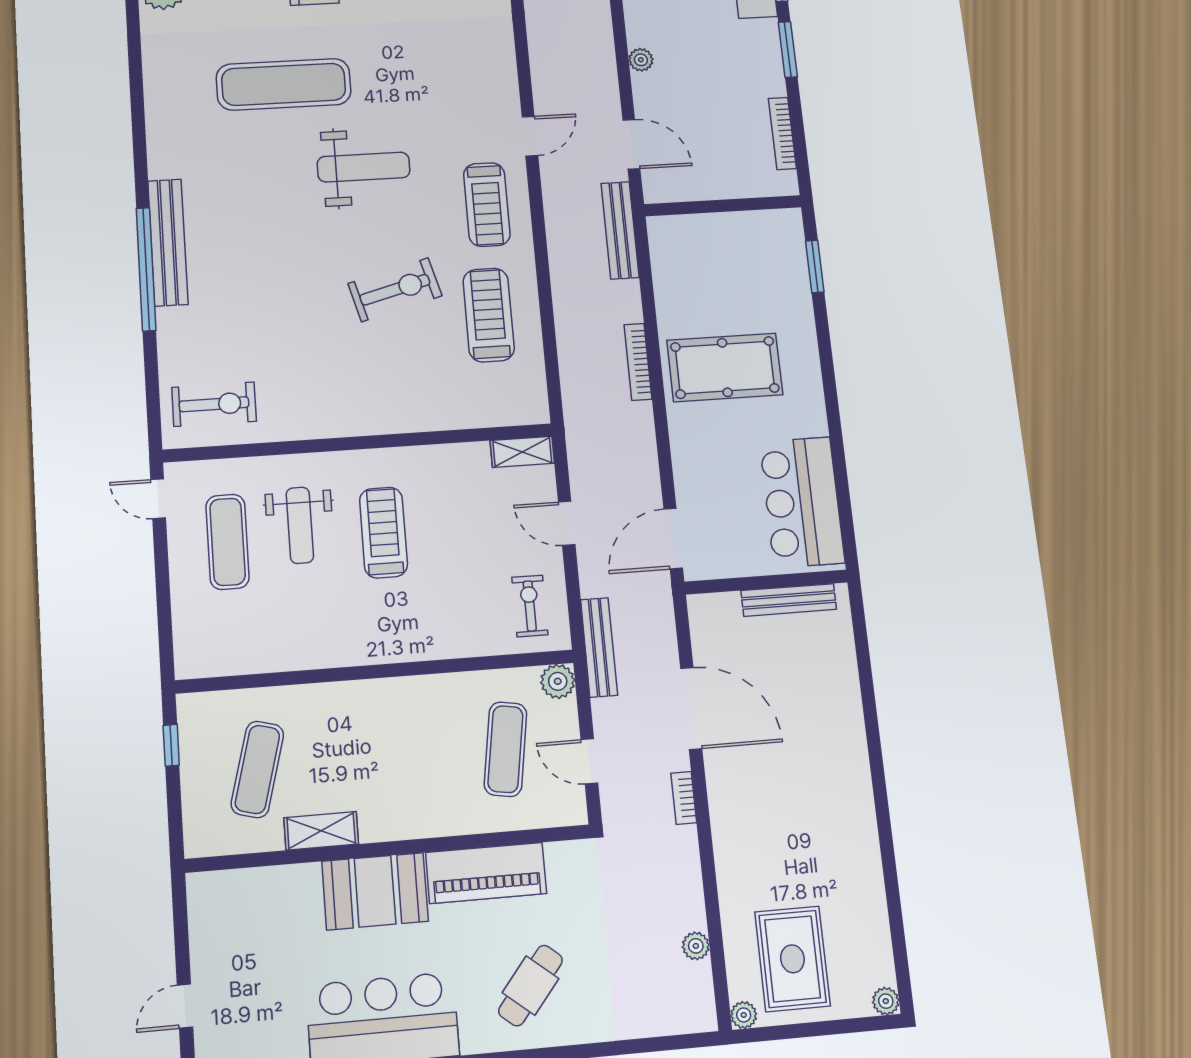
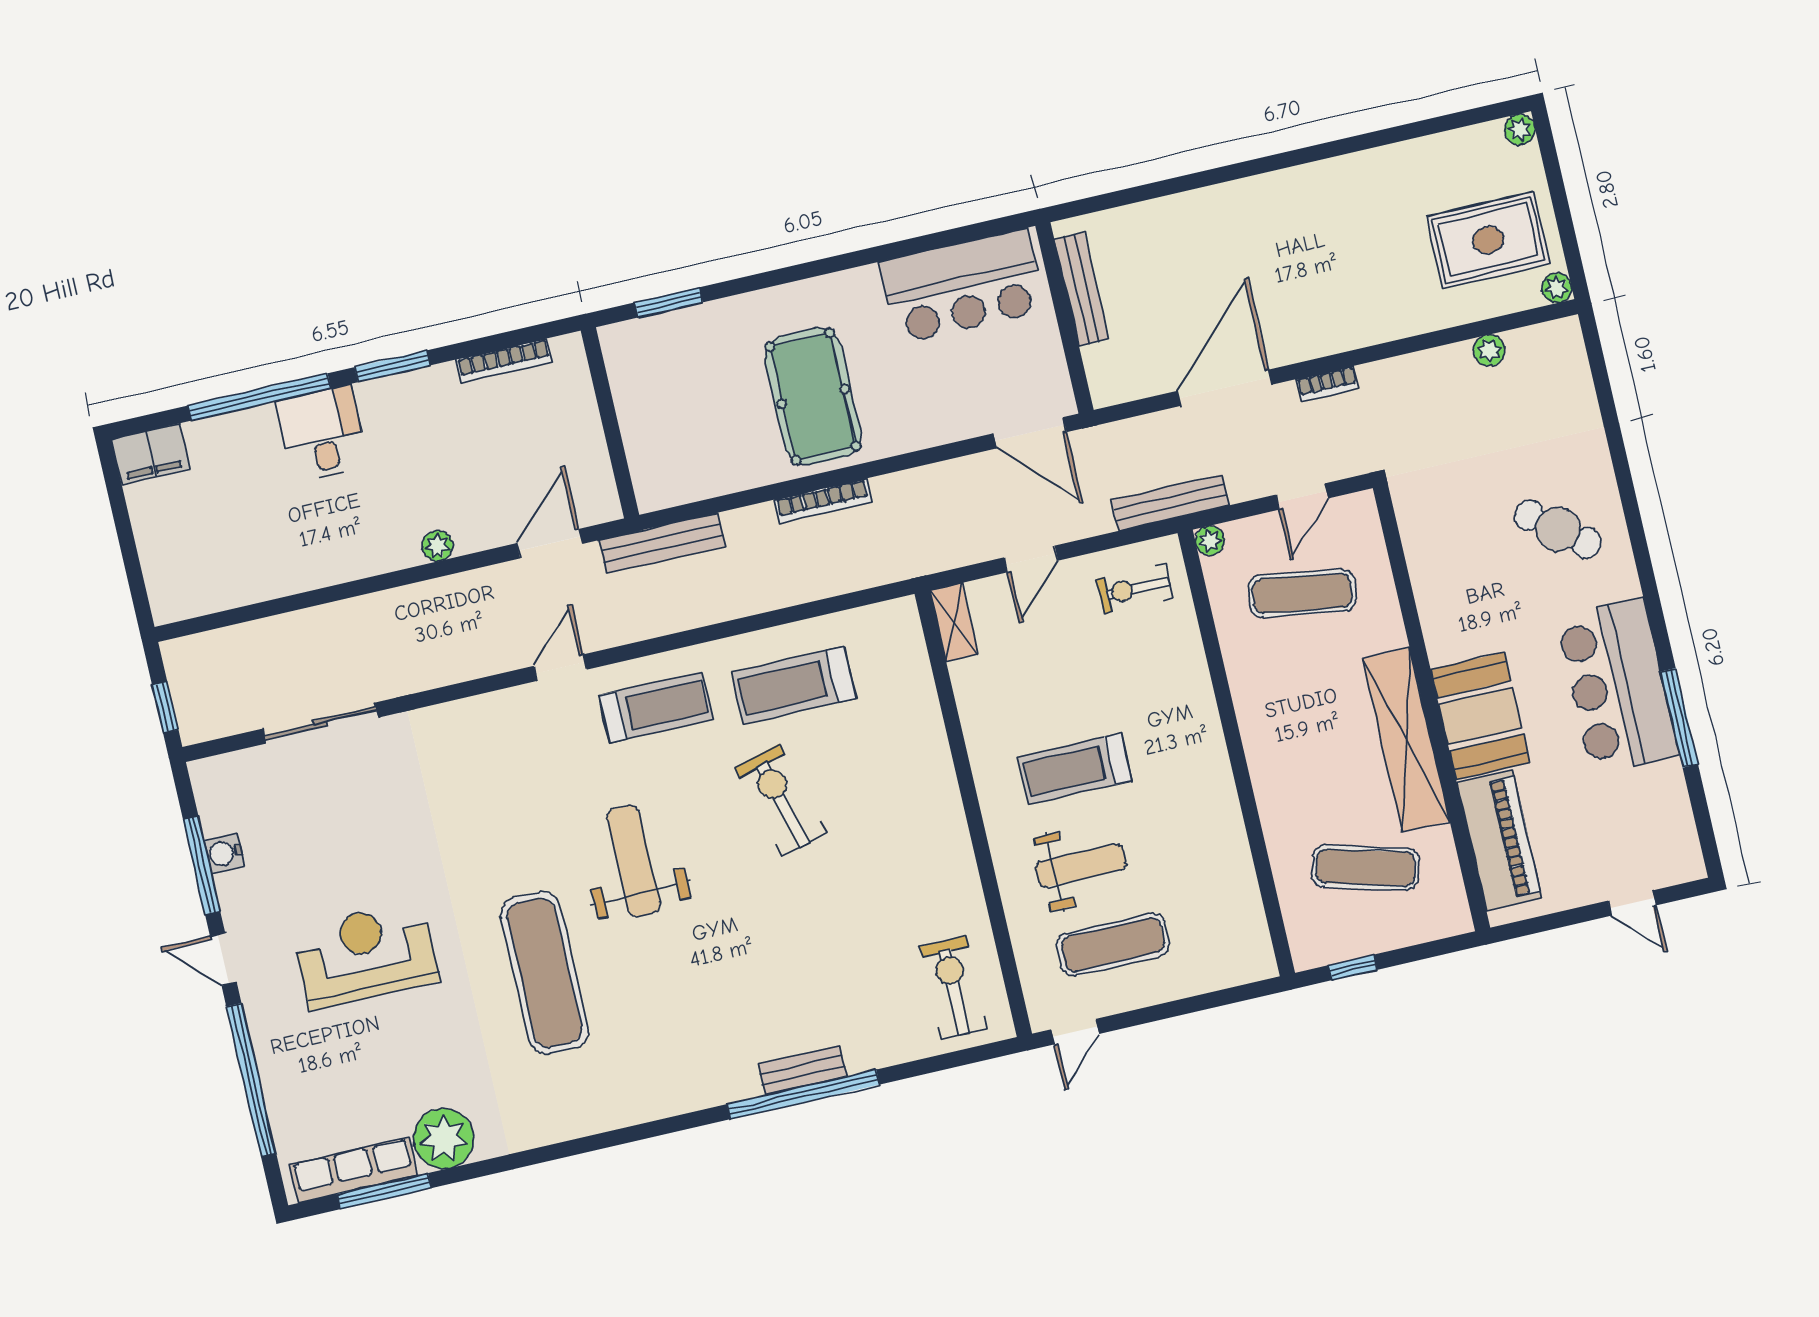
door: (530, 136) -> (560, 668), hinge flipped
bench: (168, 242) -> (802, 1070), width x0.54, depth x0.82
plant: (558, 681) -> (1210, 541), width x0.73, depth x0.73
shelving: (321, 831) -> (1406, 740), width x2.20, depth x1.33
piano: (486, 873) -> (1499, 840), moved

